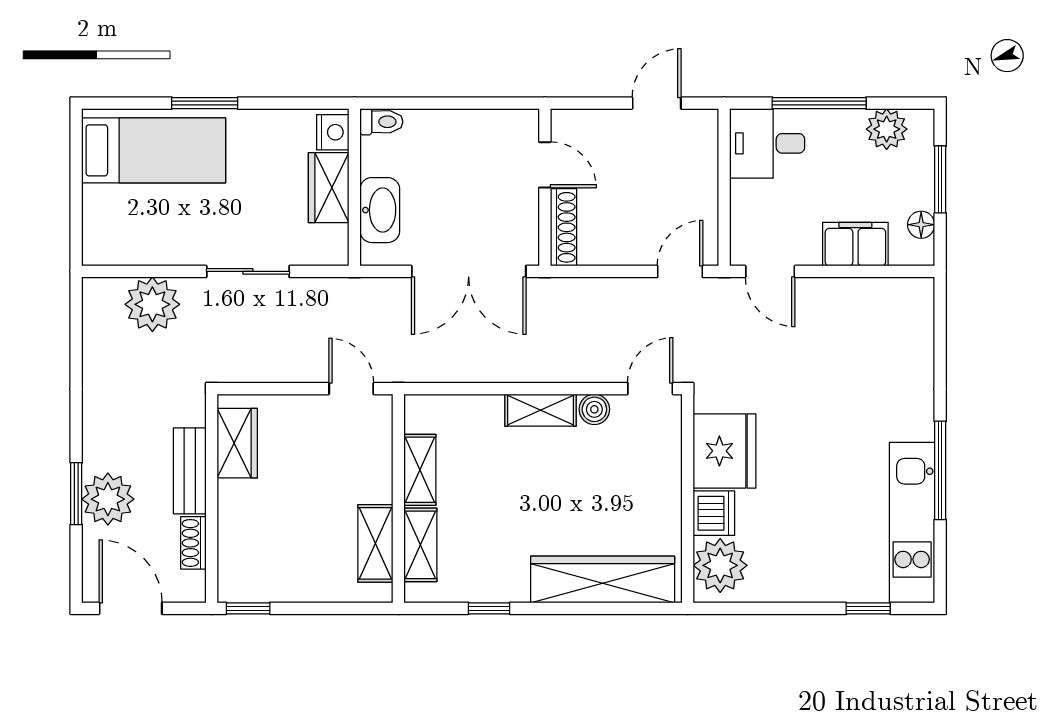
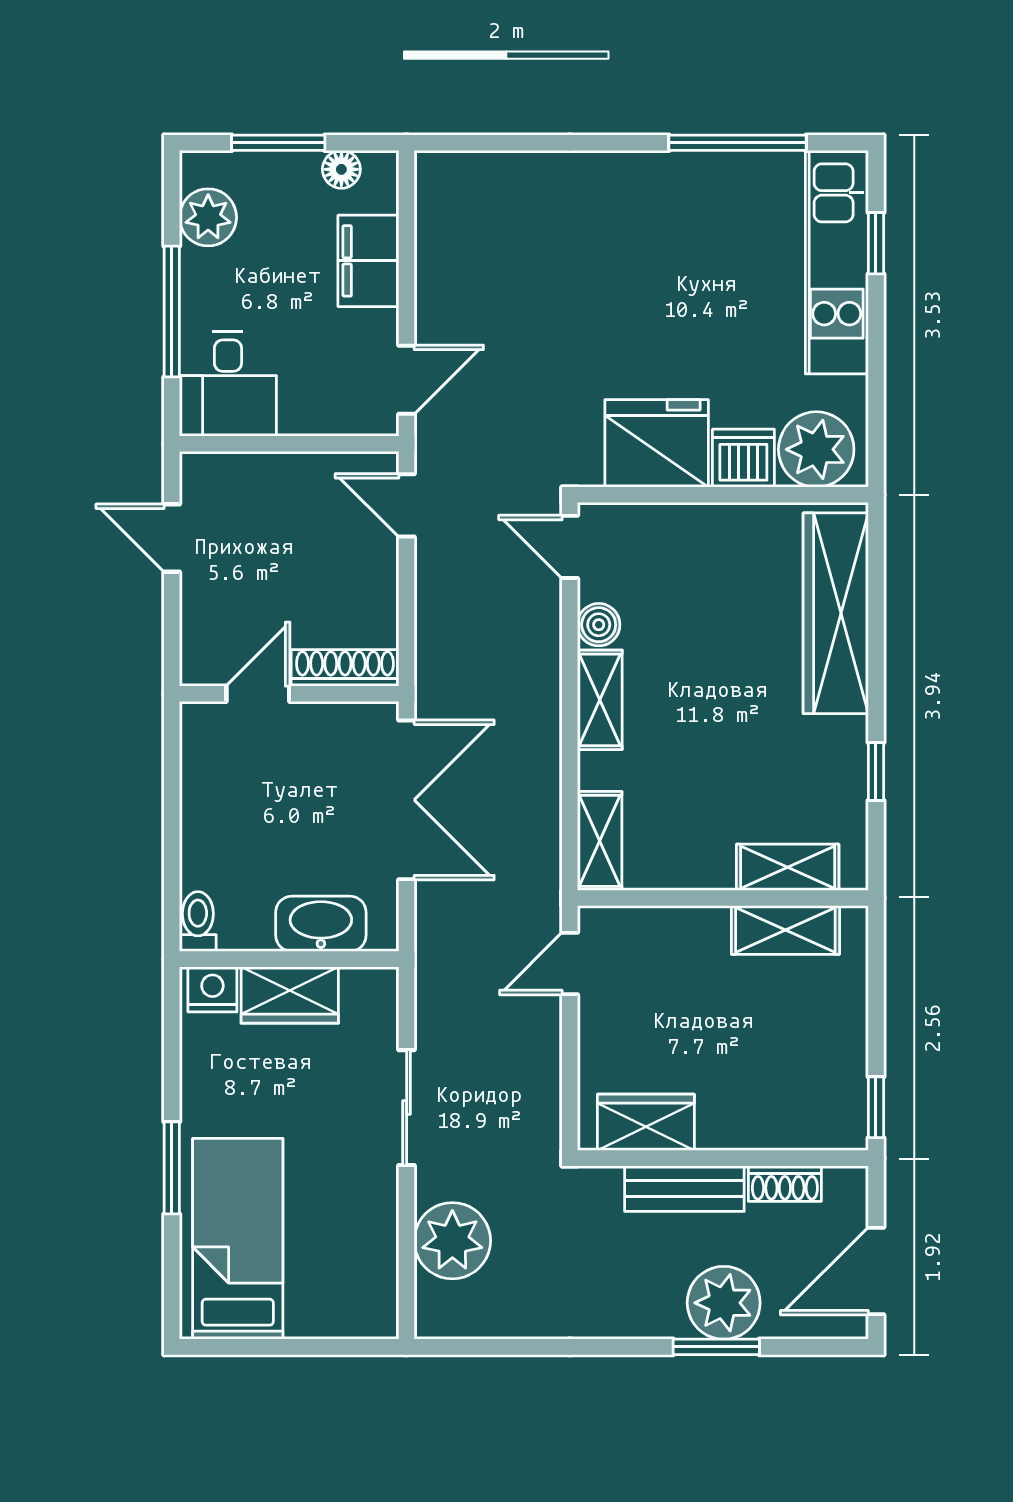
shelving: (420, 470) -> (600, 841), moved, turned 90
window: (940, 470) -> (737, 143), moved
kitchen unit: (912, 523) -> (837, 262), moved, turned 90

